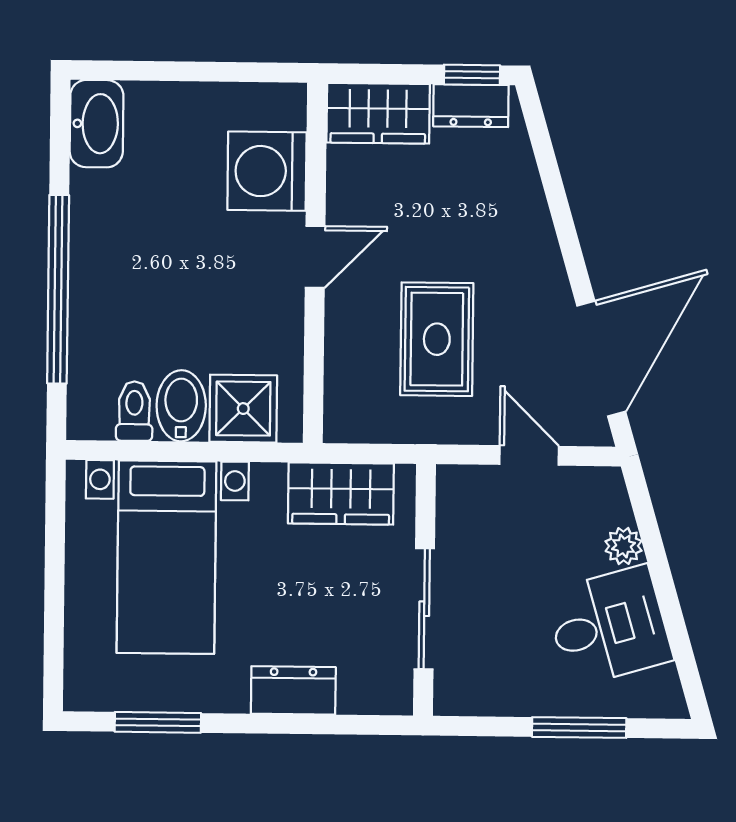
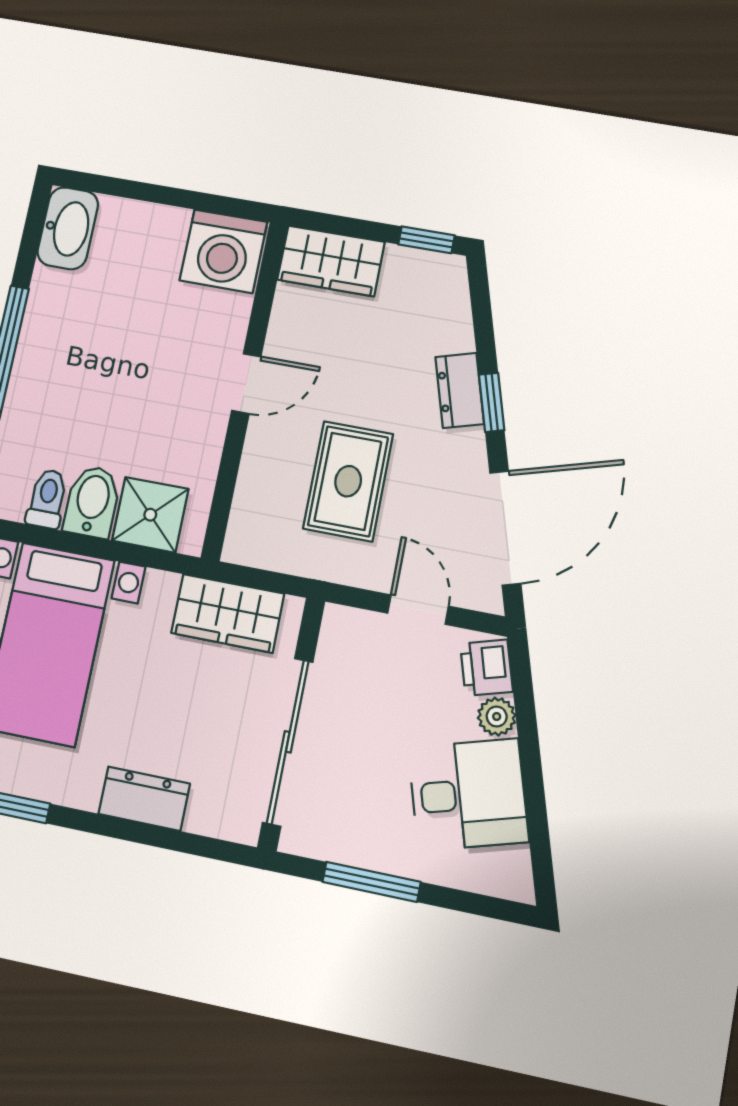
dresser: (471, 106) -> (460, 390), moved, turned 74
washing machine: (267, 171) -> (223, 251), moved, turned -90
window: (567, 234) -> (492, 402), added
printer: (606, 500) -> (486, 668), added
sliding door: (424, 609) -> (288, 742), width x1.37
window: (579, 728) -> (372, 882), moved

